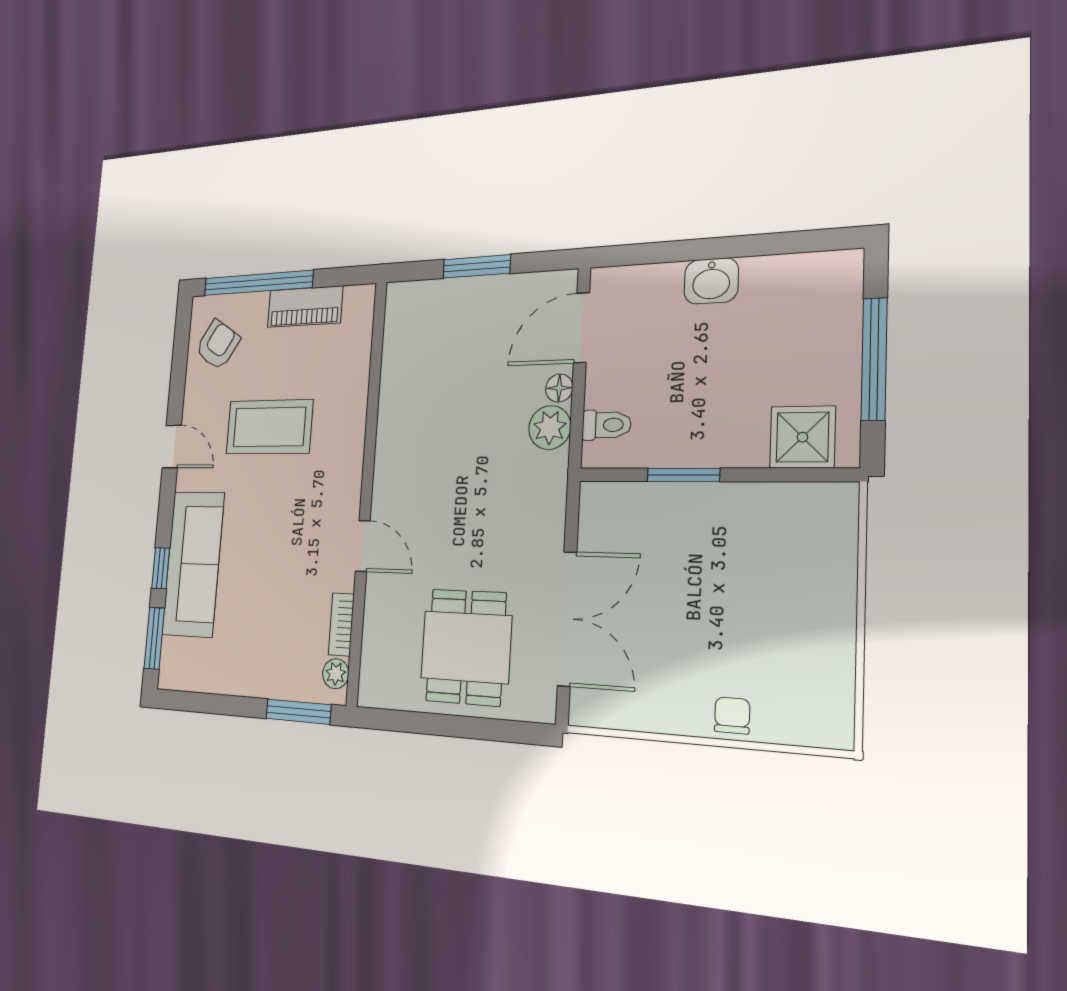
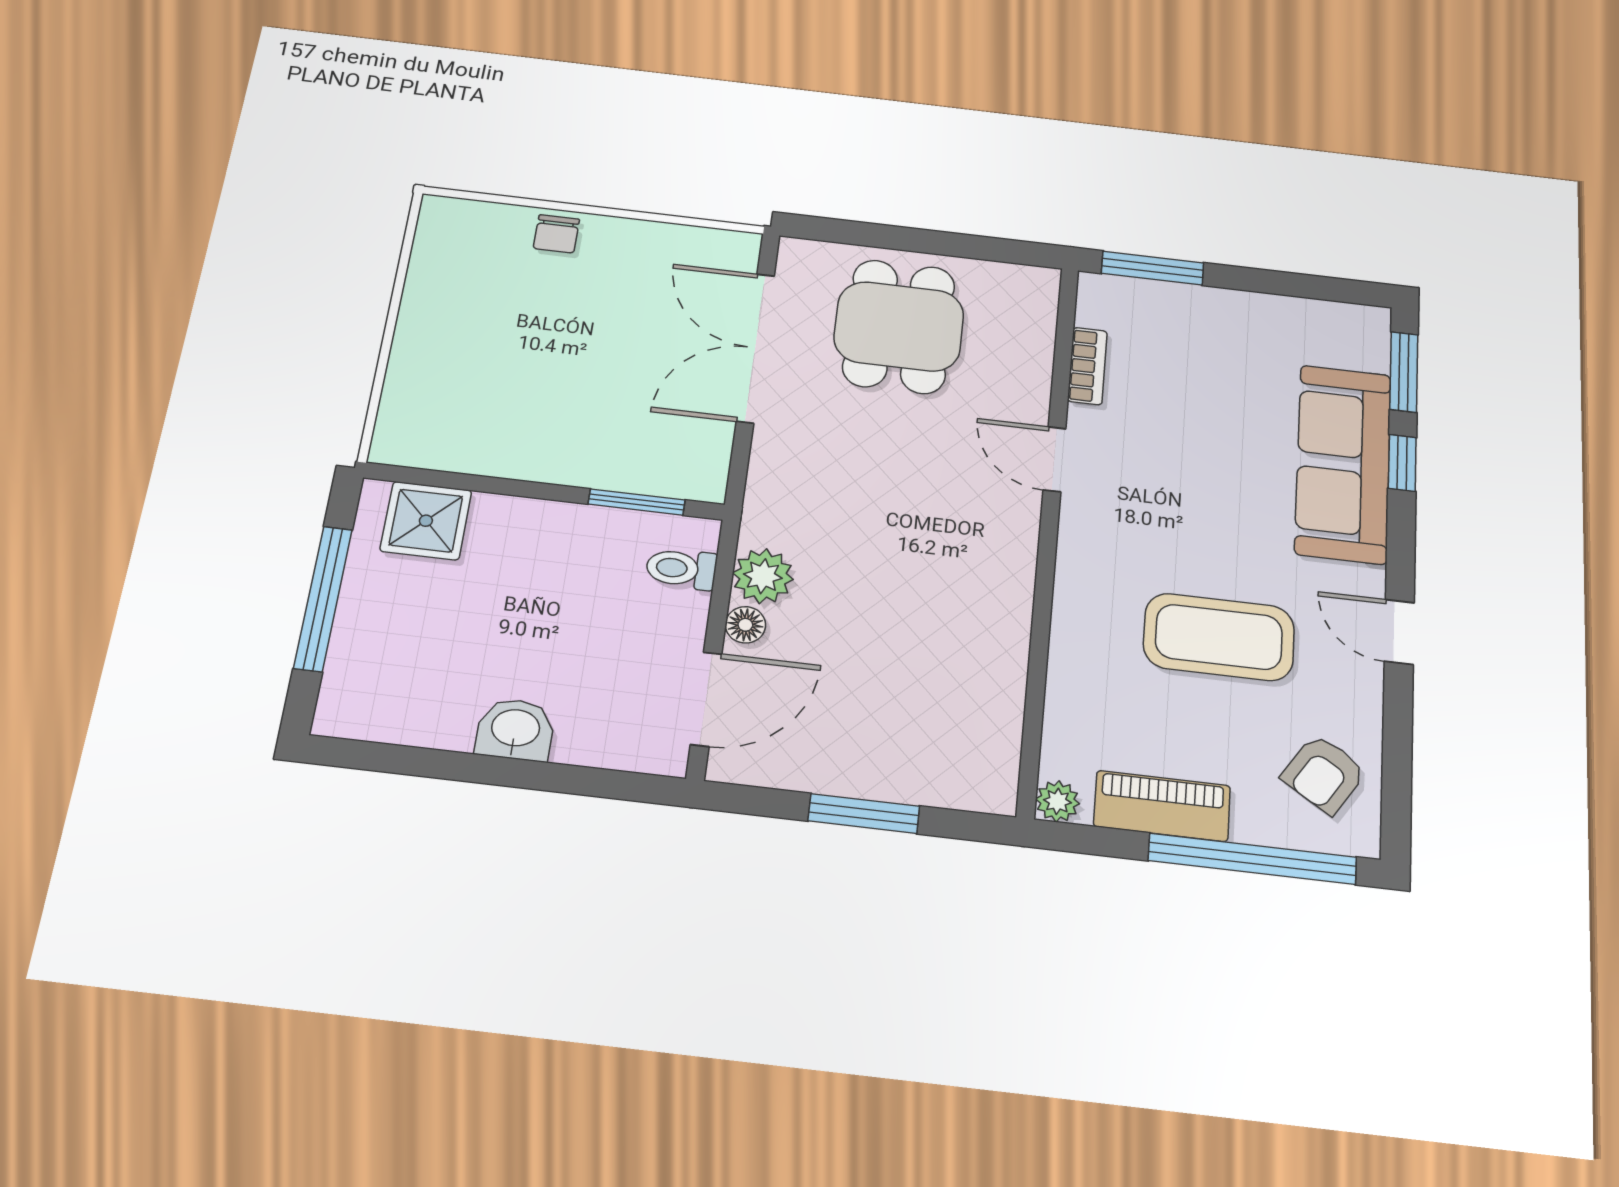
window: (683, 475) -> (637, 502), moved
plant: (336, 674) -> (1057, 801), moved

